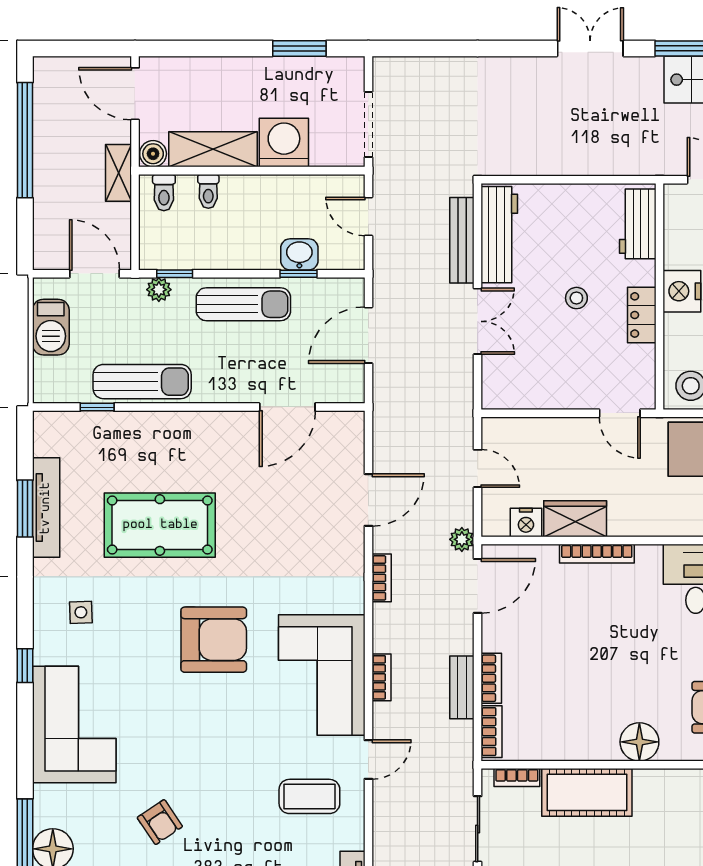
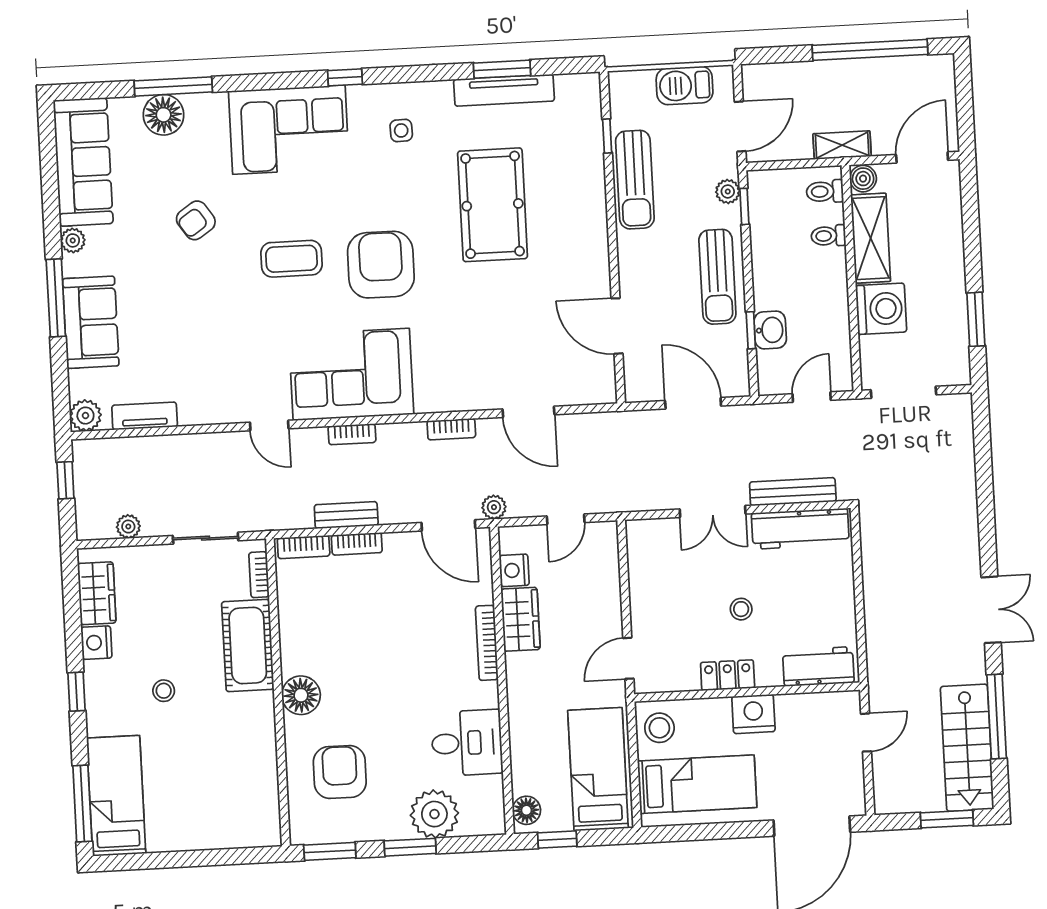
armchair: (214, 640) -> (381, 265), turned 180
coffee table: (309, 796) -> (292, 259), moved, turned 90

